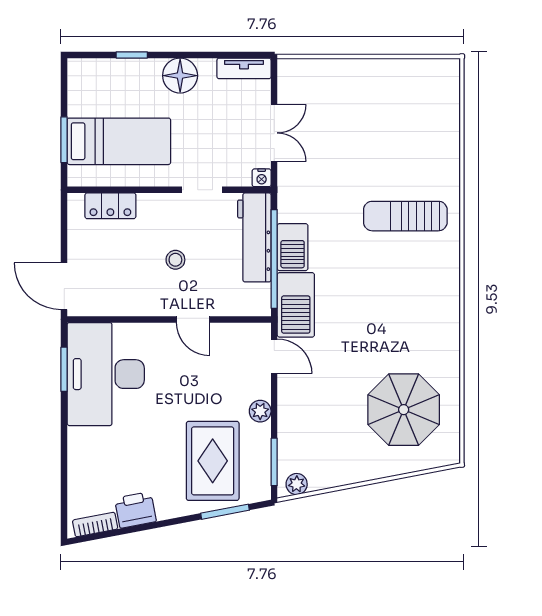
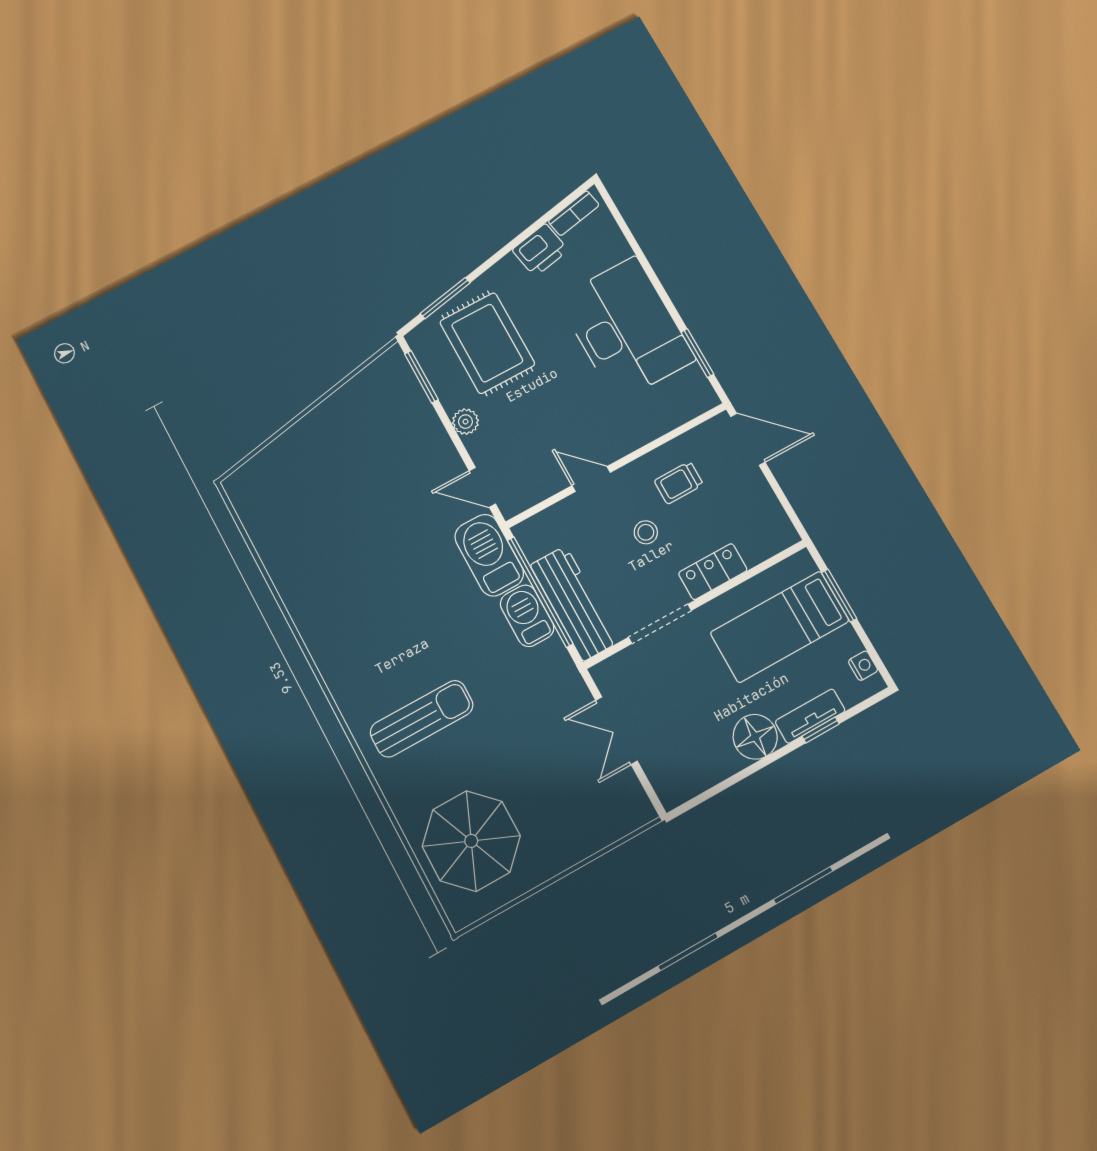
tv unit: (244, 68) -> (810, 716), moved
nightstand: (262, 178) -> (863, 666), moved, turned 90
doorway: (202, 190) -> (660, 624), width x1.38
locker: (110, 206) -> (713, 572), moved
trolley: (132, 282) -> (679, 483), added
desk: (106, 374) -> (626, 329), moved
parasol: (404, 410) -> (471, 841), moved
plant: (297, 484) -> (385, 367), removed

